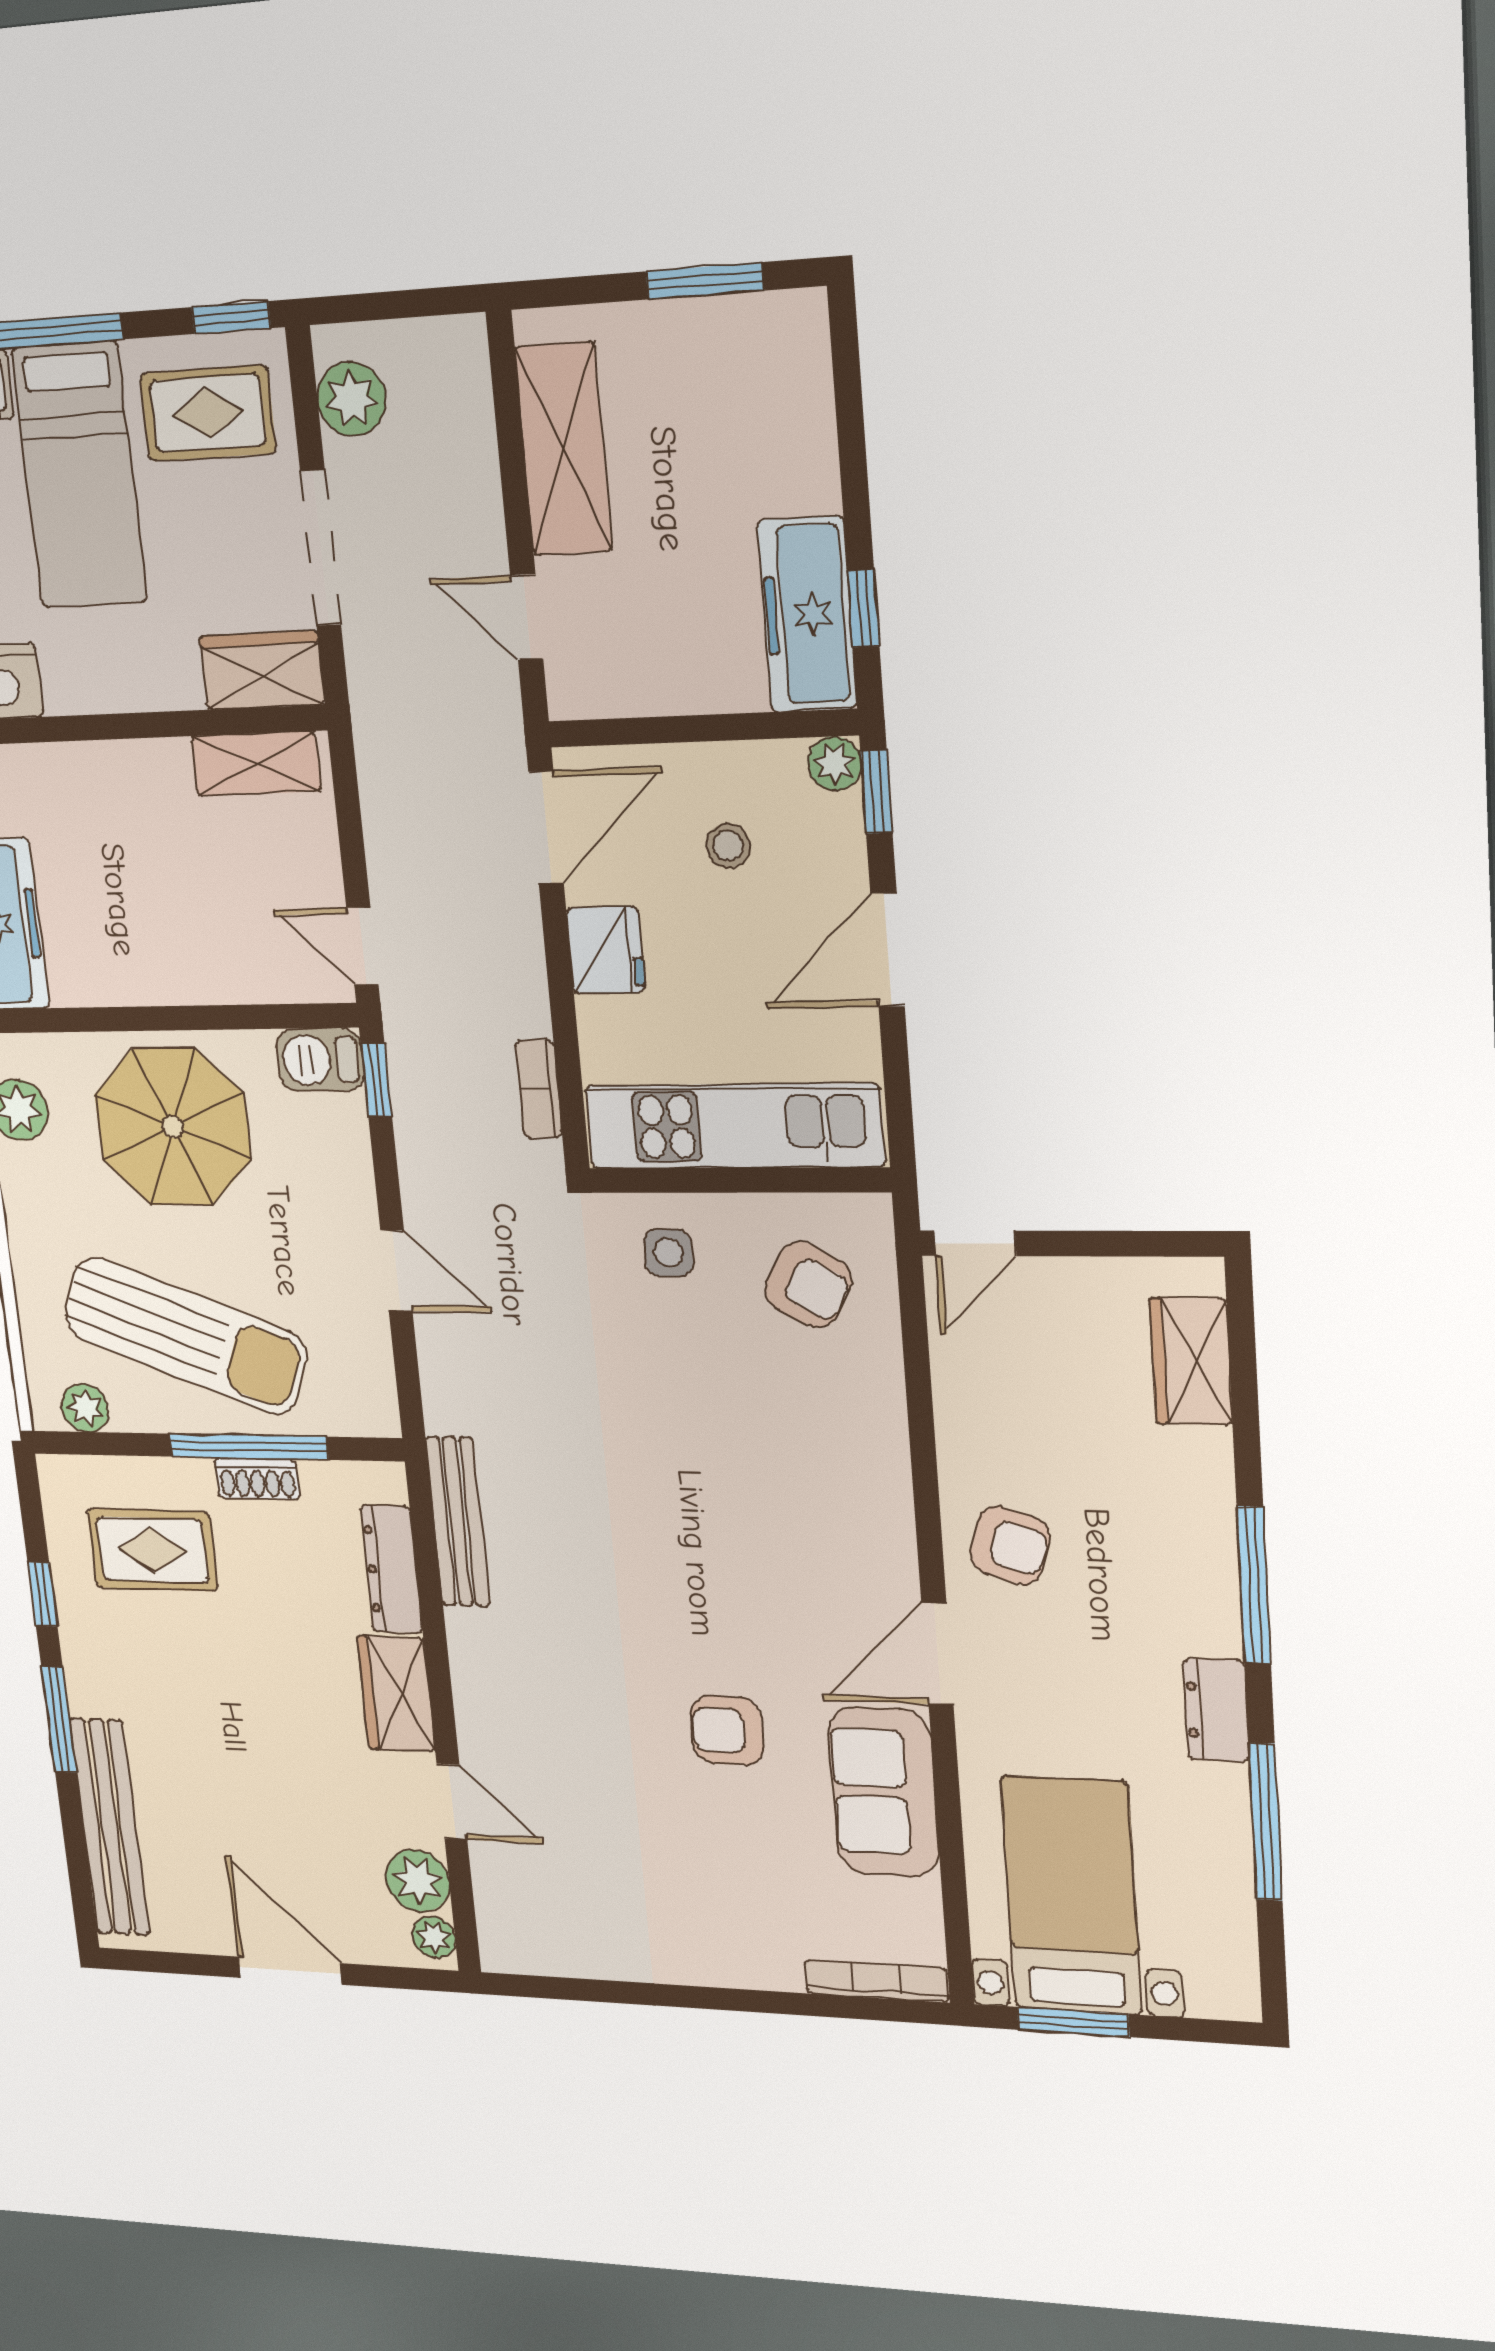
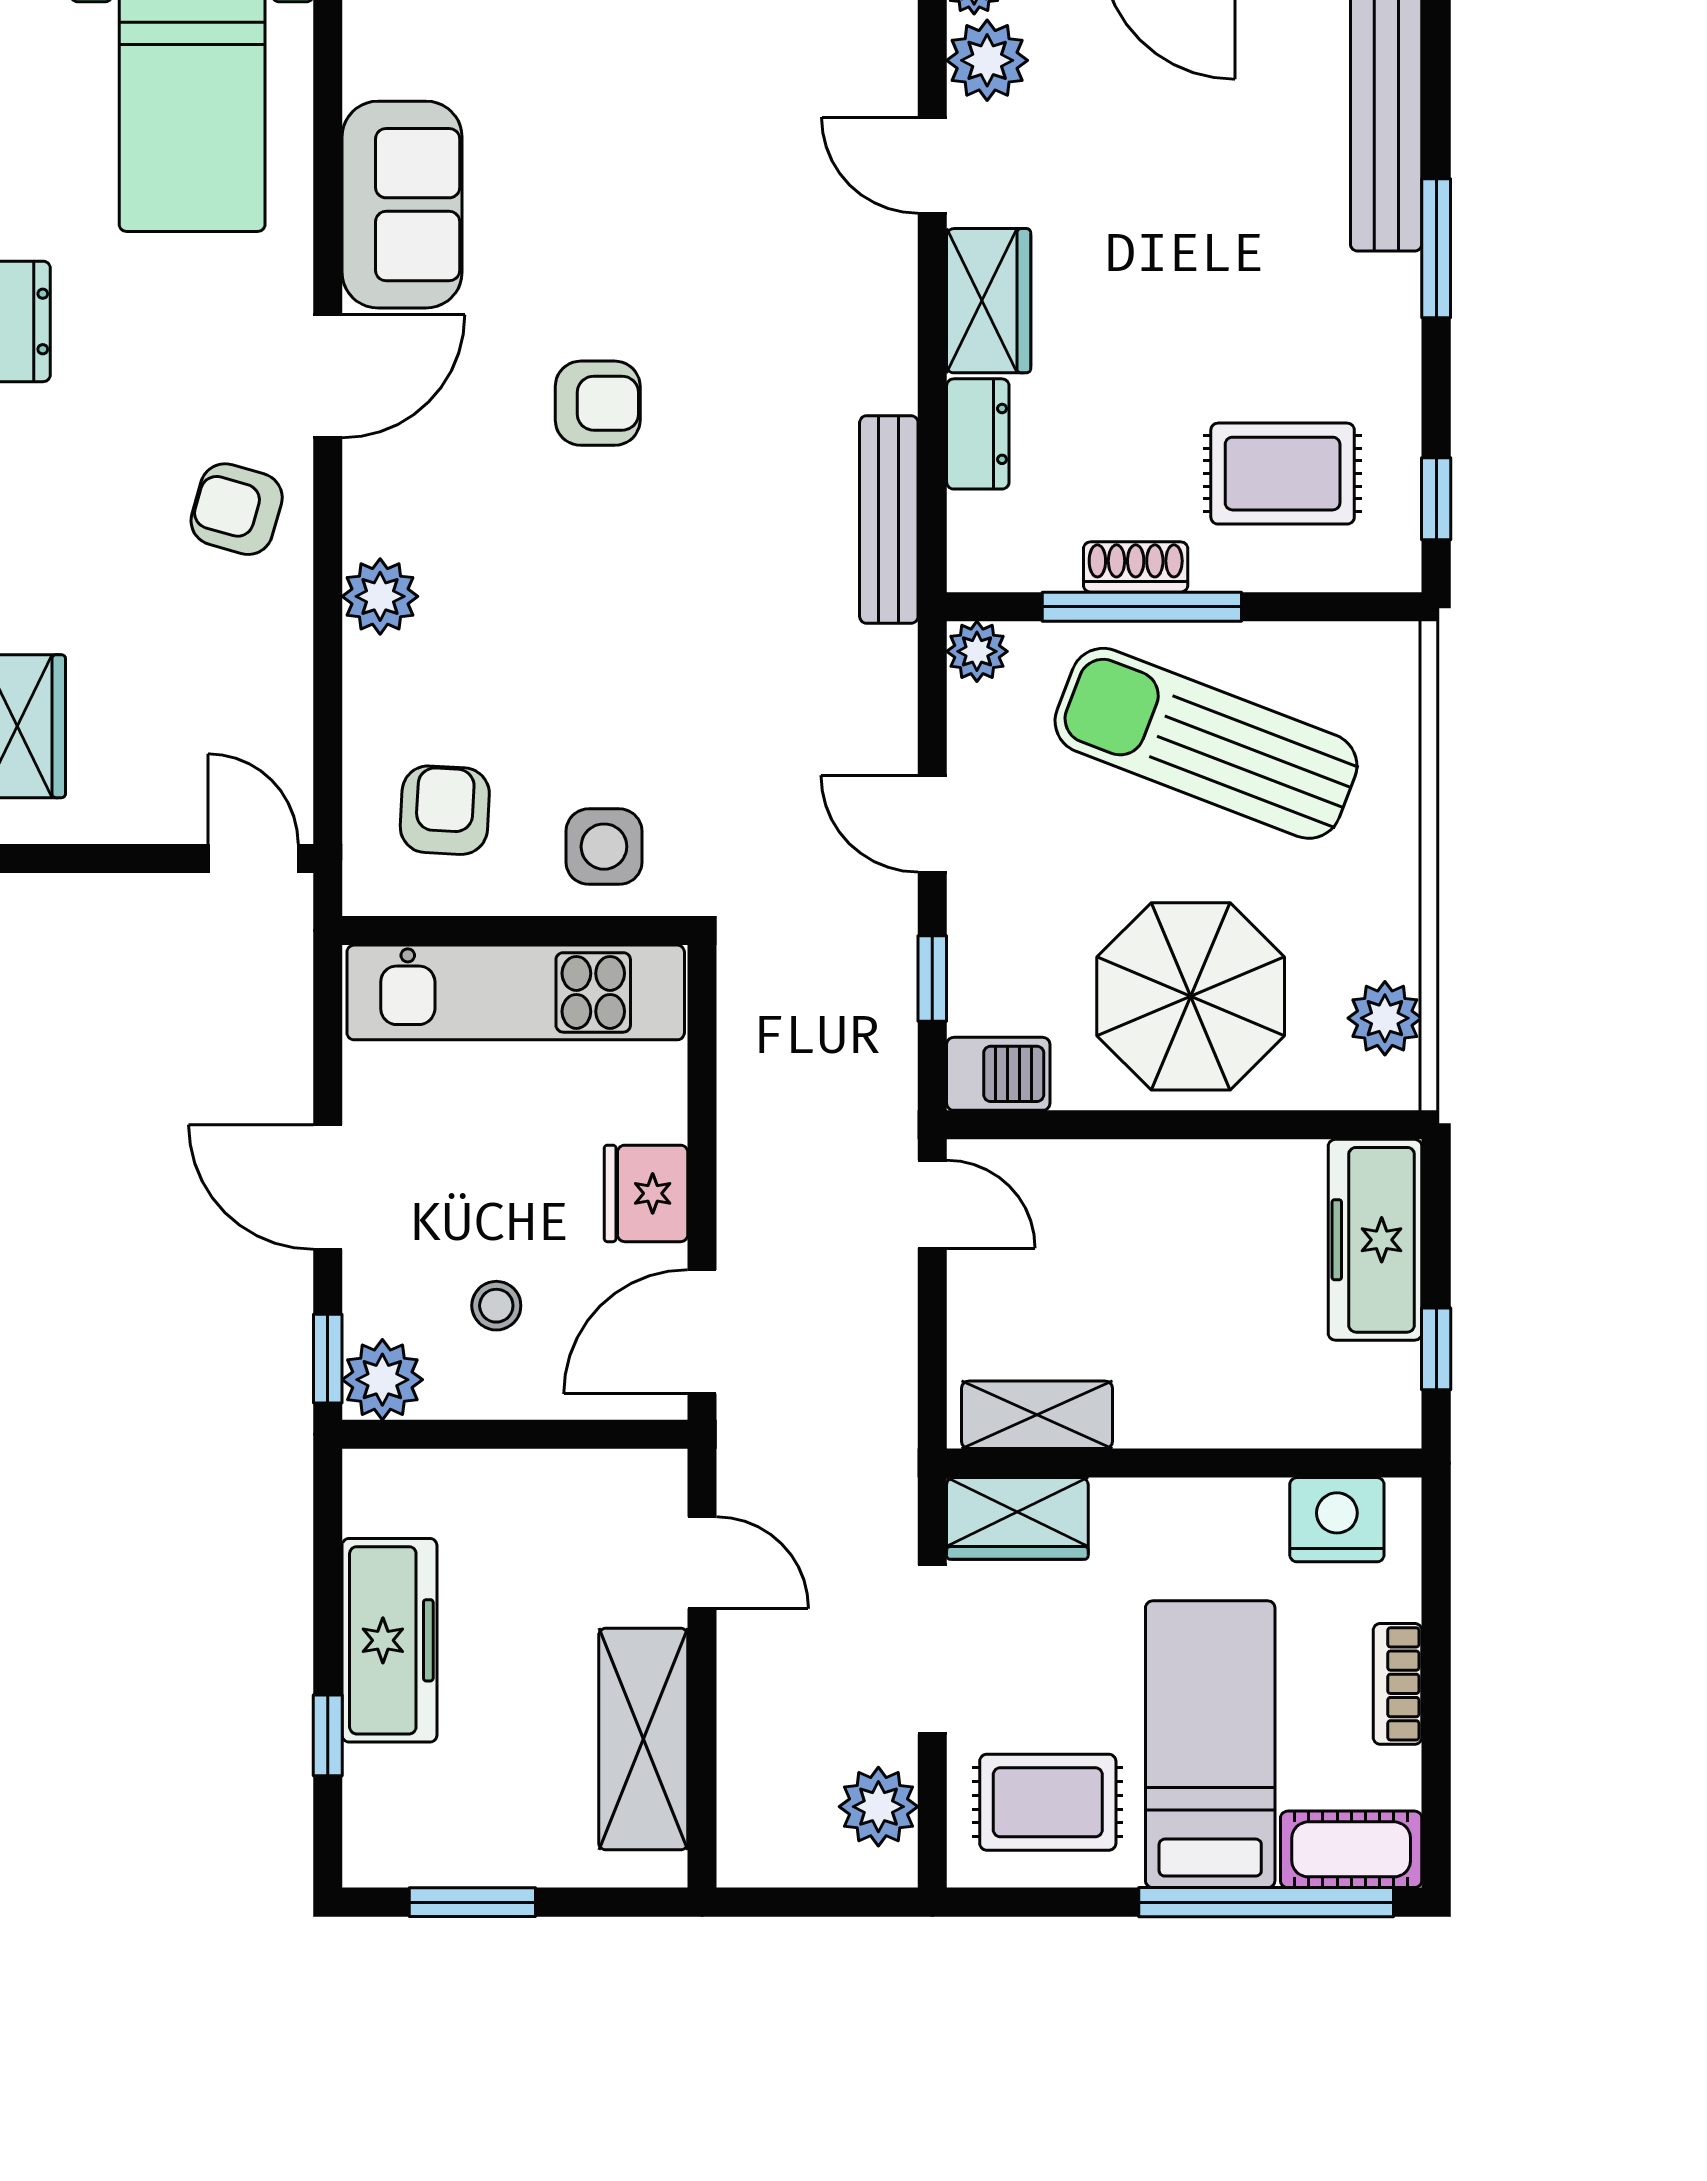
window: (231, 318) -> (1008, 1902), removed
window: (863, 608) -> (328, 1735), moved
freezer: (807, 614) -> (389, 1640), moved
plant: (834, 764) -> (382, 1380), width x1.38, depth x1.38
door: (888, 950) -> (328, 1187), swing flipped
window: (376, 1080) -> (932, 978), moved
bookcase: (539, 1089) -> (739, 1037), removed
door: (975, 1243) -> (253, 859), hinge flipped
side table: (668, 1253) -> (604, 847), width x1.37, depth x1.37
armchair: (808, 1285) -> (445, 810), turned 64
plant: (85, 1408) -> (977, 651), moved
plant: (879, 1468) -> (380, 596), added
dresser: (391, 1569) -> (978, 434), width x0.70
window: (43, 1594) -> (1436, 499), moved
armchair: (727, 1731) -> (598, 403), moved

